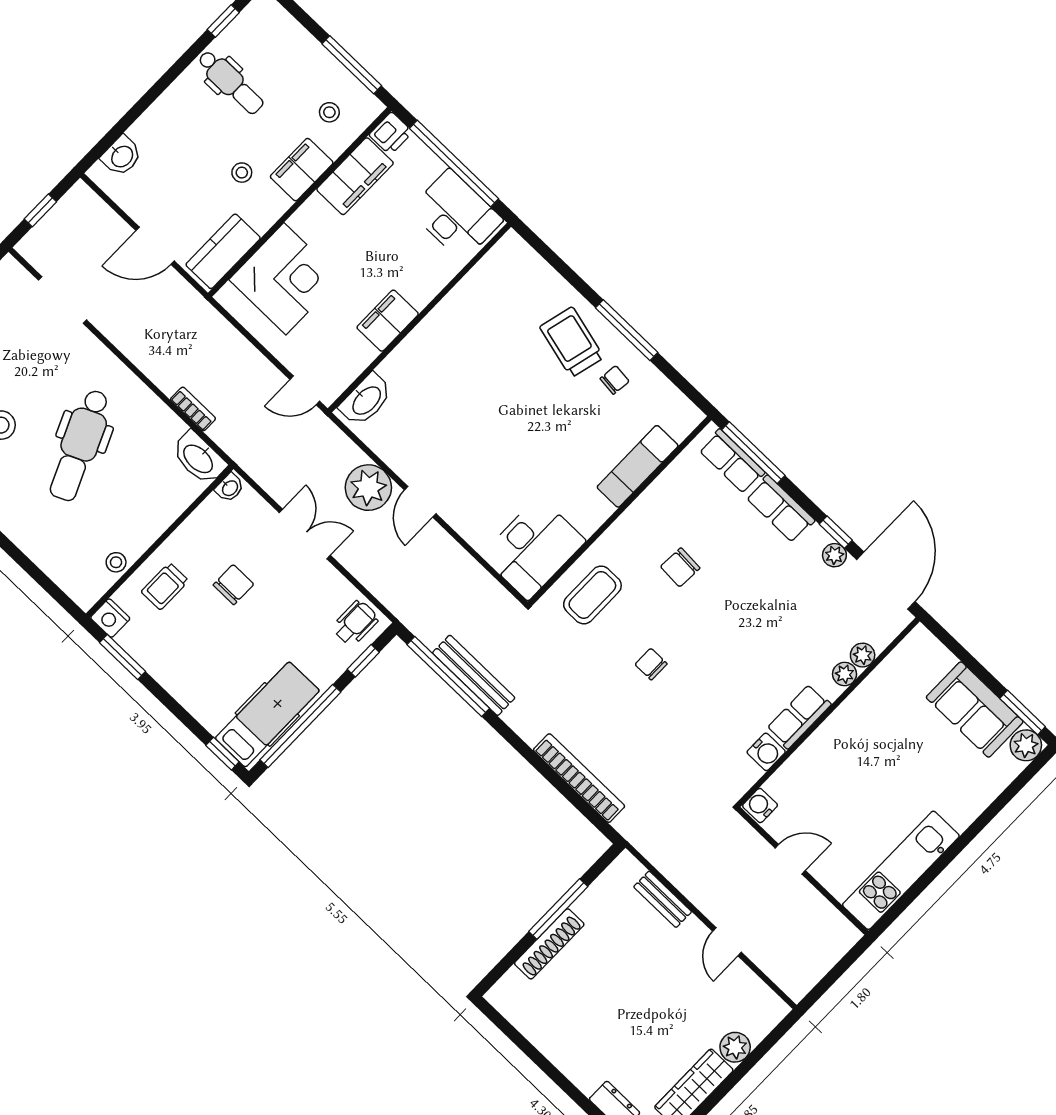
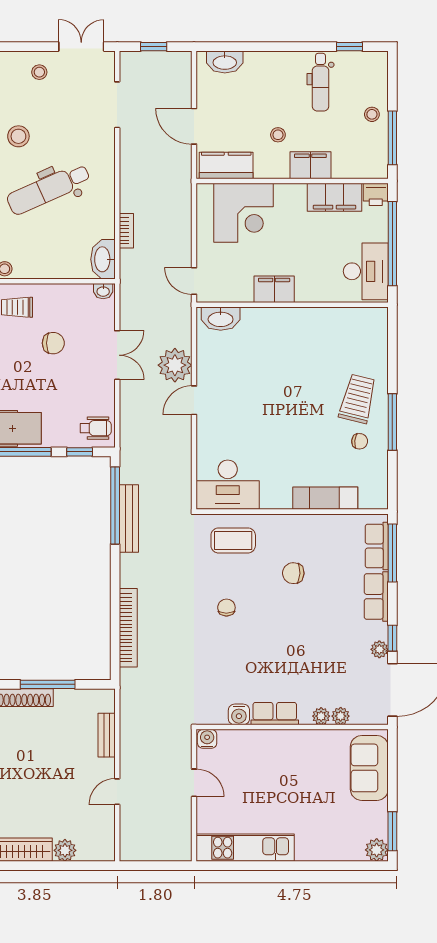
stool: (329, 112) -> (372, 114), moved
washbasin: (122, 156) -> (225, 62), width x1.38
sofa: (975, 710) -> (369, 768), moved

